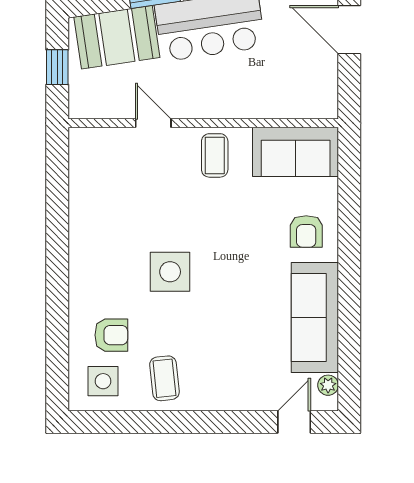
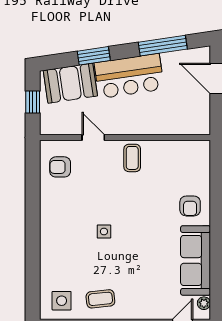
sofa: (296, 152) -> (183, 156), removed
side table: (170, 272) -> (104, 231), width x0.54, depth x0.54
armchair: (111, 335) -> (60, 167), moved, turned 180
coffee table: (164, 378) -> (100, 299), turned 90

